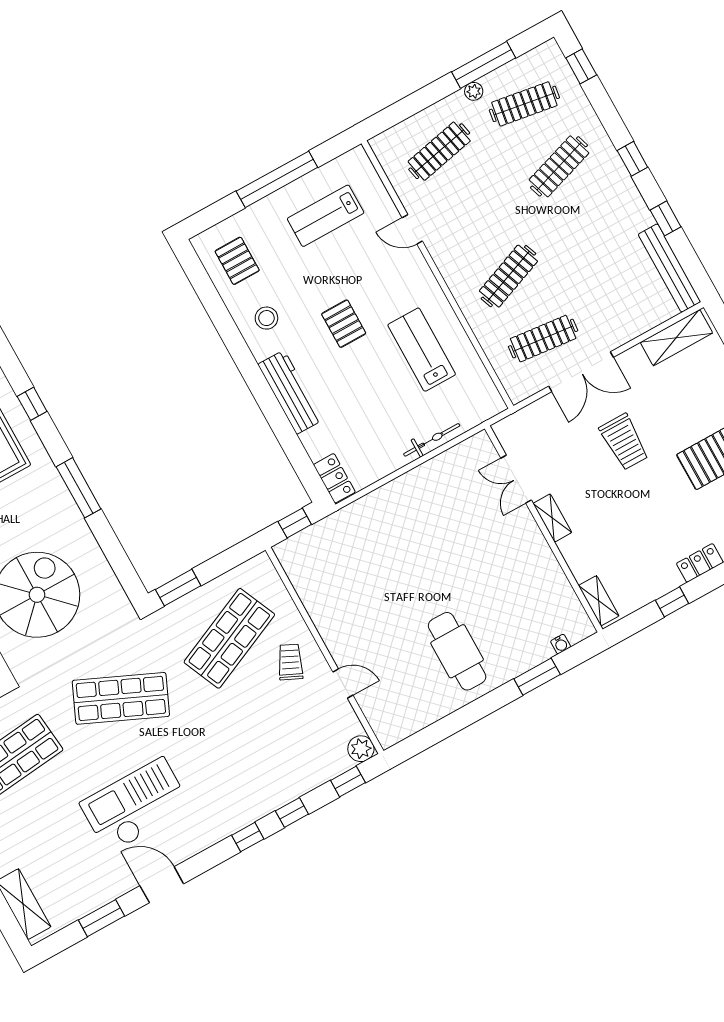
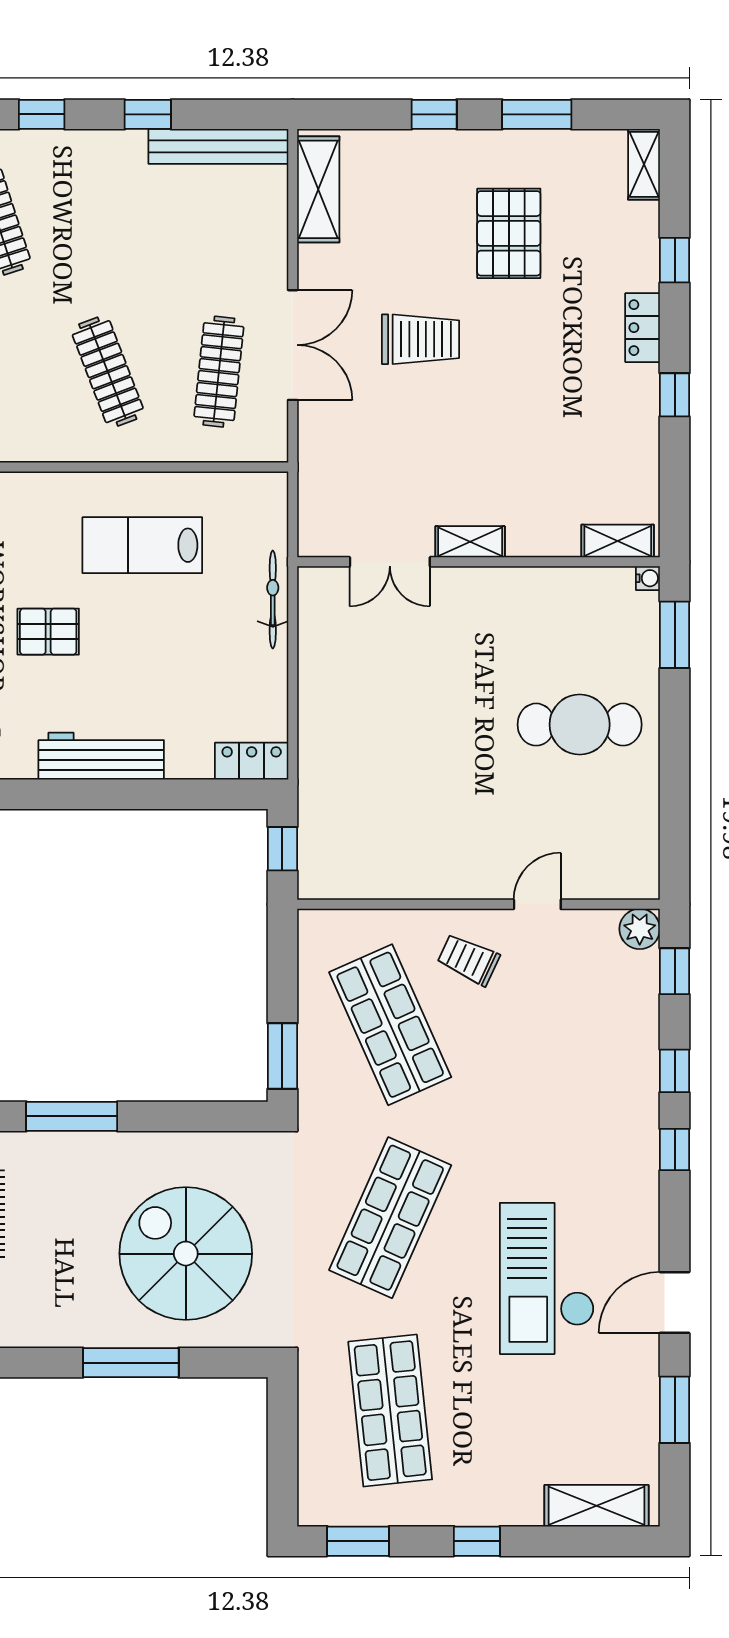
double door: (516, 479) -> (390, 562), moved
shelving: (552, 518) -> (470, 542), moved
wall: (544, 529) -> (478, 562), moved
shelving: (599, 601) -> (618, 541), moved

